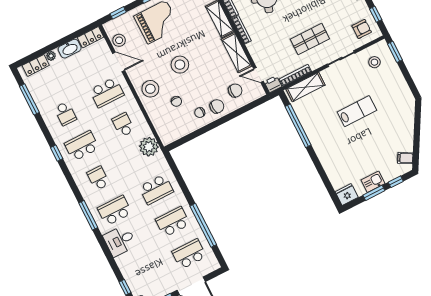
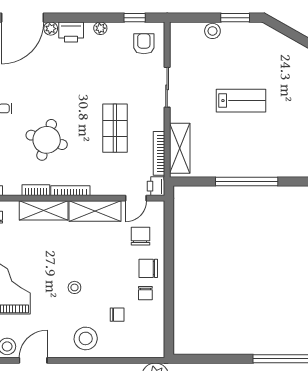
shop shelf: (310, 39) -> (115, 128), moved
window: (395, 52) -> (235, 18), moved
stool: (374, 62) -> (212, 31), moved
stool: (180, 65) -> (74, 287), width x0.53, depth x0.53
chair: (217, 106) -> (148, 268), turned -86
lab bench: (357, 111) -> (241, 101), turned 90
window: (298, 126) -> (247, 181), moved

